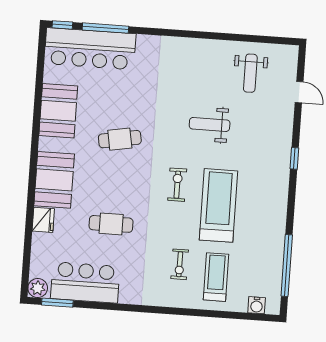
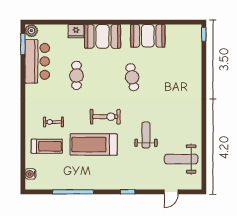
window: (105, 28) -> (204, 63), removed
bar counter: (90, 49) -> (190, 54), removed
weight bench: (250, 73) -> (181, 159), width x1.36, depth x1.33
exercise bike: (177, 185) -> (105, 117), width x1.38, depth x1.39
treadmill: (219, 205) -> (94, 145), turned 180
window: (287, 266) -> (73, 192), moved

